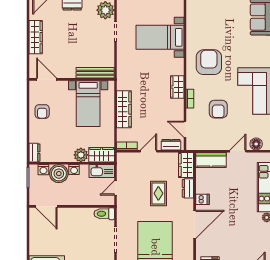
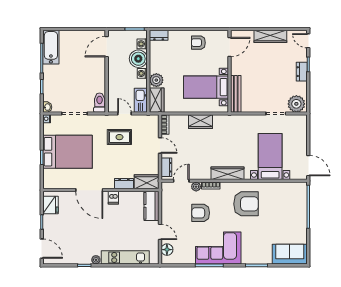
wardrobe: (177, 87) -> (227, 173), width x1.50
wardrobe: (124, 109) -> (201, 122), width x0.67
plant: (191, 114) -> (196, 187), added
rug: (158, 193) -> (119, 137), moved

